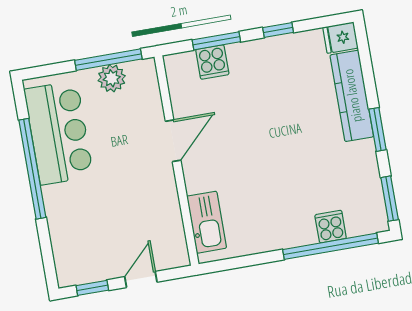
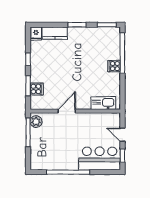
plant: (112, 78) -> (36, 122), moved
kitchen counter: (352, 96) -> (55, 33), width x0.67
bar counter: (59, 133) -> (100, 158), moved
door: (173, 141) -> (67, 111), hinge flipped
cooker: (331, 227) -> (114, 66), moved

